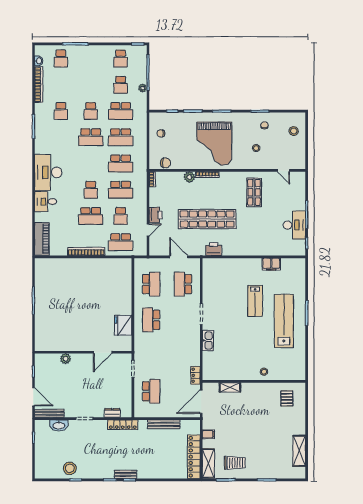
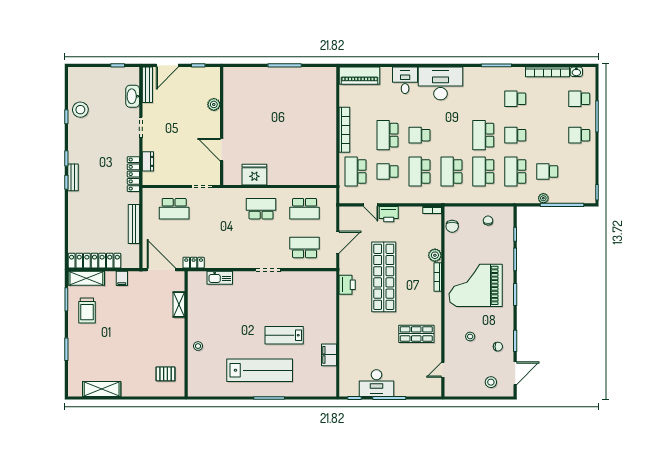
school desk: (121, 59) -> (579, 135), moved
door: (286, 111) -> (515, 373), added
kitchen sink: (208, 341) -> (220, 278), moved

